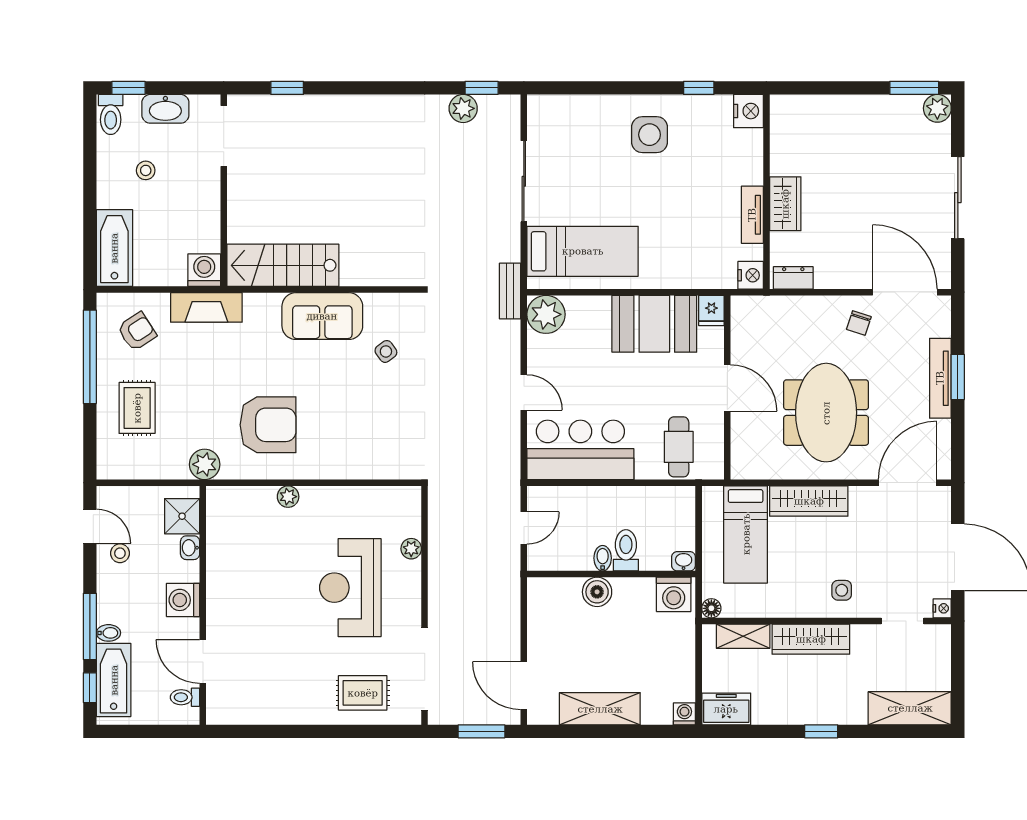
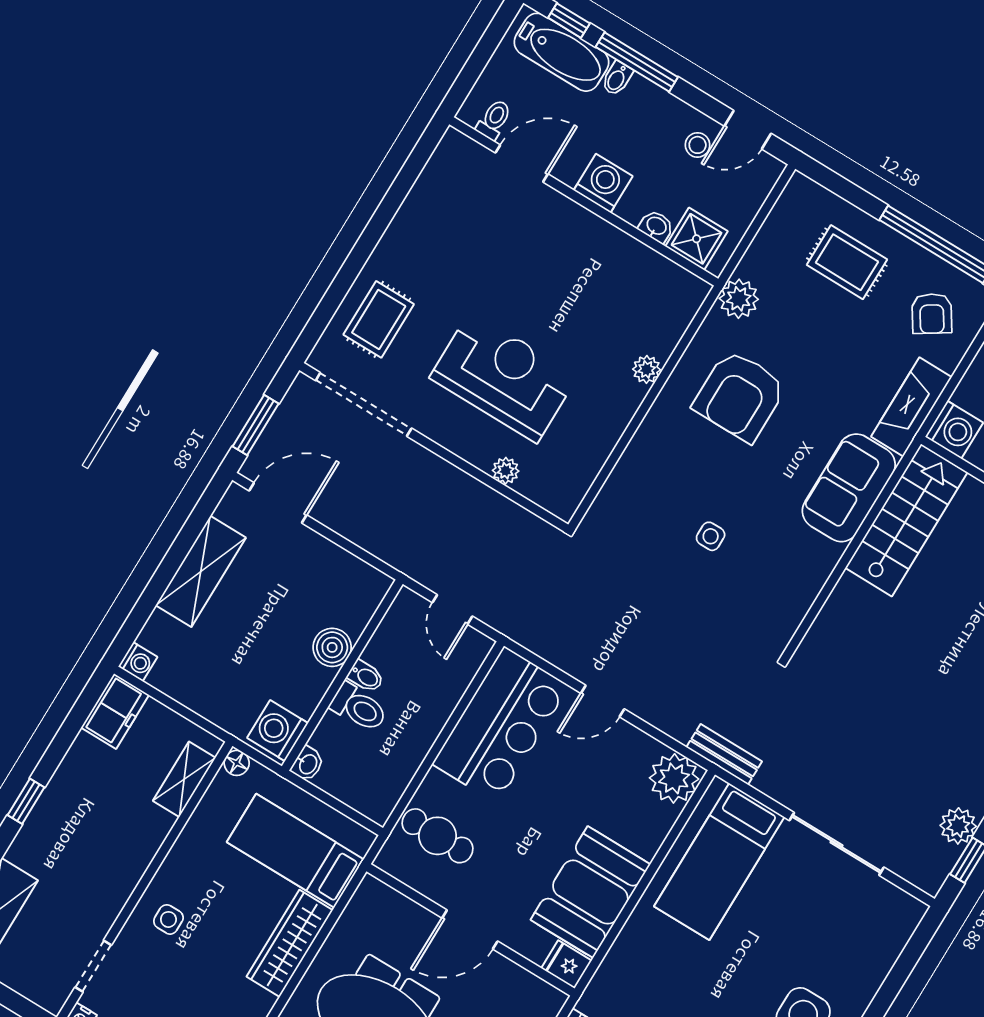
sofa: (322, 316) -> (849, 488), moved
side table: (386, 351) -> (711, 536), moved, turned 36
wardrobe: (811, 639) -> (135, 852), removed

